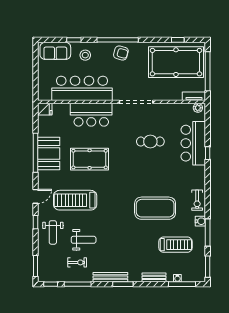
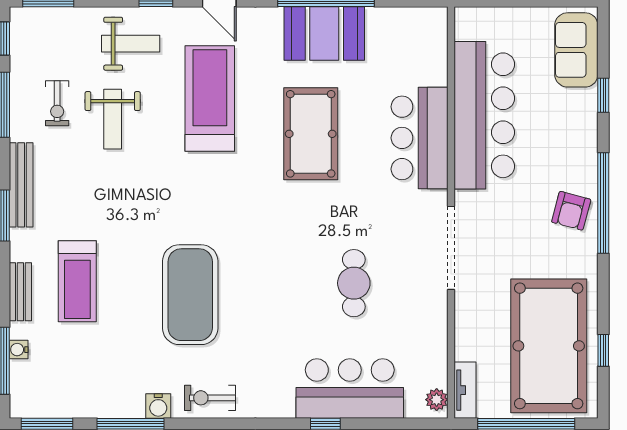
stool: (85, 55) -> (566, 123), removed
fridge: (45, 109) -> (433, 24), removed
weight bench: (53, 232) -> (131, 44), turned 180
treadmill: (175, 245) -> (77, 281), moved

